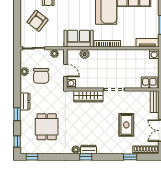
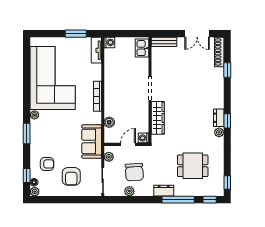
armchair: (37, 21) -> (71, 176), turned 52
sofa: (79, 39) -> (92, 141), moved
chair: (41, 76) -> (134, 172), turned 86
window: (17, 114) -> (178, 200), width x2.17
rug: (126, 125) -> (191, 74), removed

